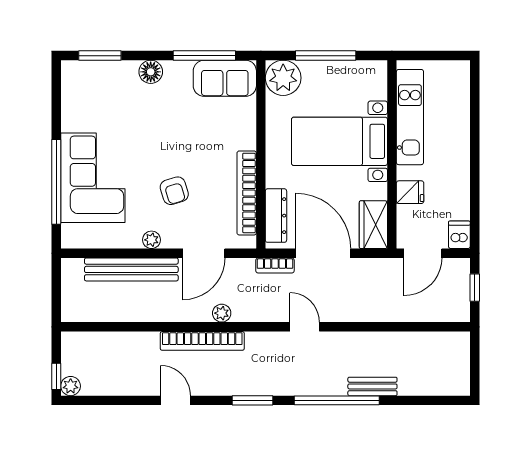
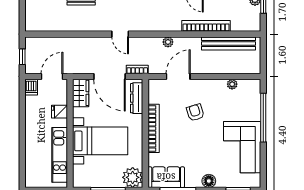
corner sofa: (93, 178) -> (242, 147), moved
bookcase: (247, 193) -> (154, 128), moved
plant: (152, 240) -> (232, 84), moved
bench: (131, 269) -> (228, 43), moved
bookcase: (202, 341) -> (206, 26), moved

